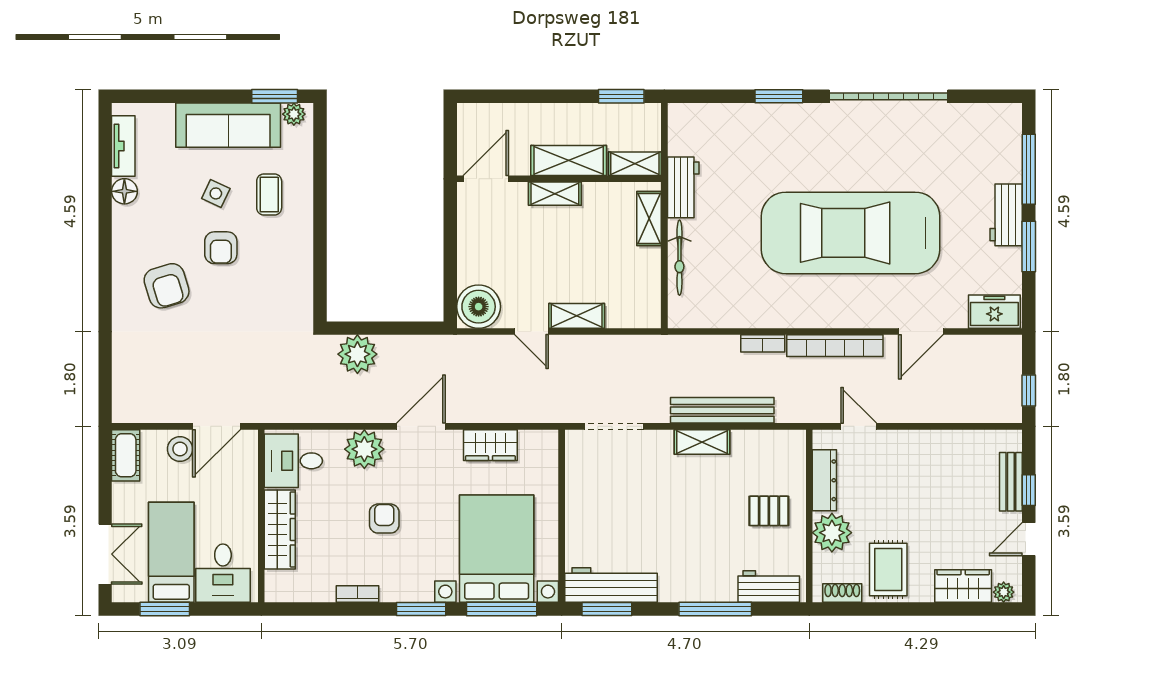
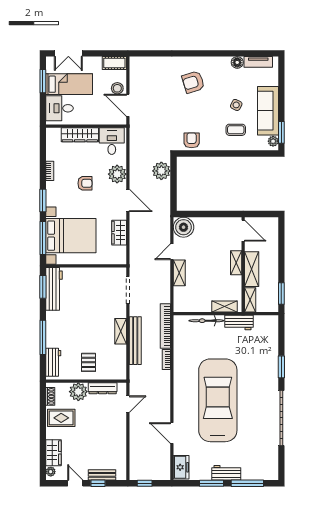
armchair: (221, 248) -> (192, 140), moved, turned 90
bookcase: (835, 346) -> (165, 326), moved

